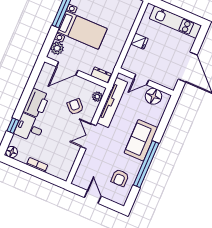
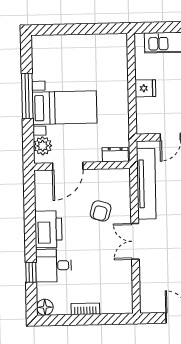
plant: (97, 97) -> (123, 185), removed
armchair: (75, 107) -> (101, 211), turned -120

